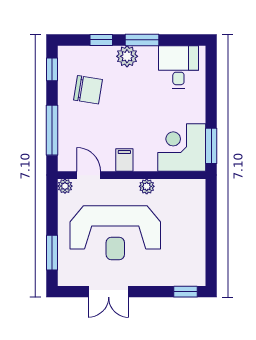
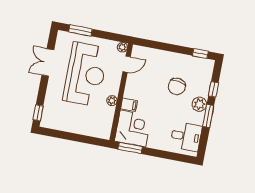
chair: (88, 90) -> (177, 86), moved
window: (52, 130) -> (161, 46), removed
filing cabinet: (124, 160) -> (129, 105), moved
reception desk: (115, 233) -> (86, 74), turned 180

